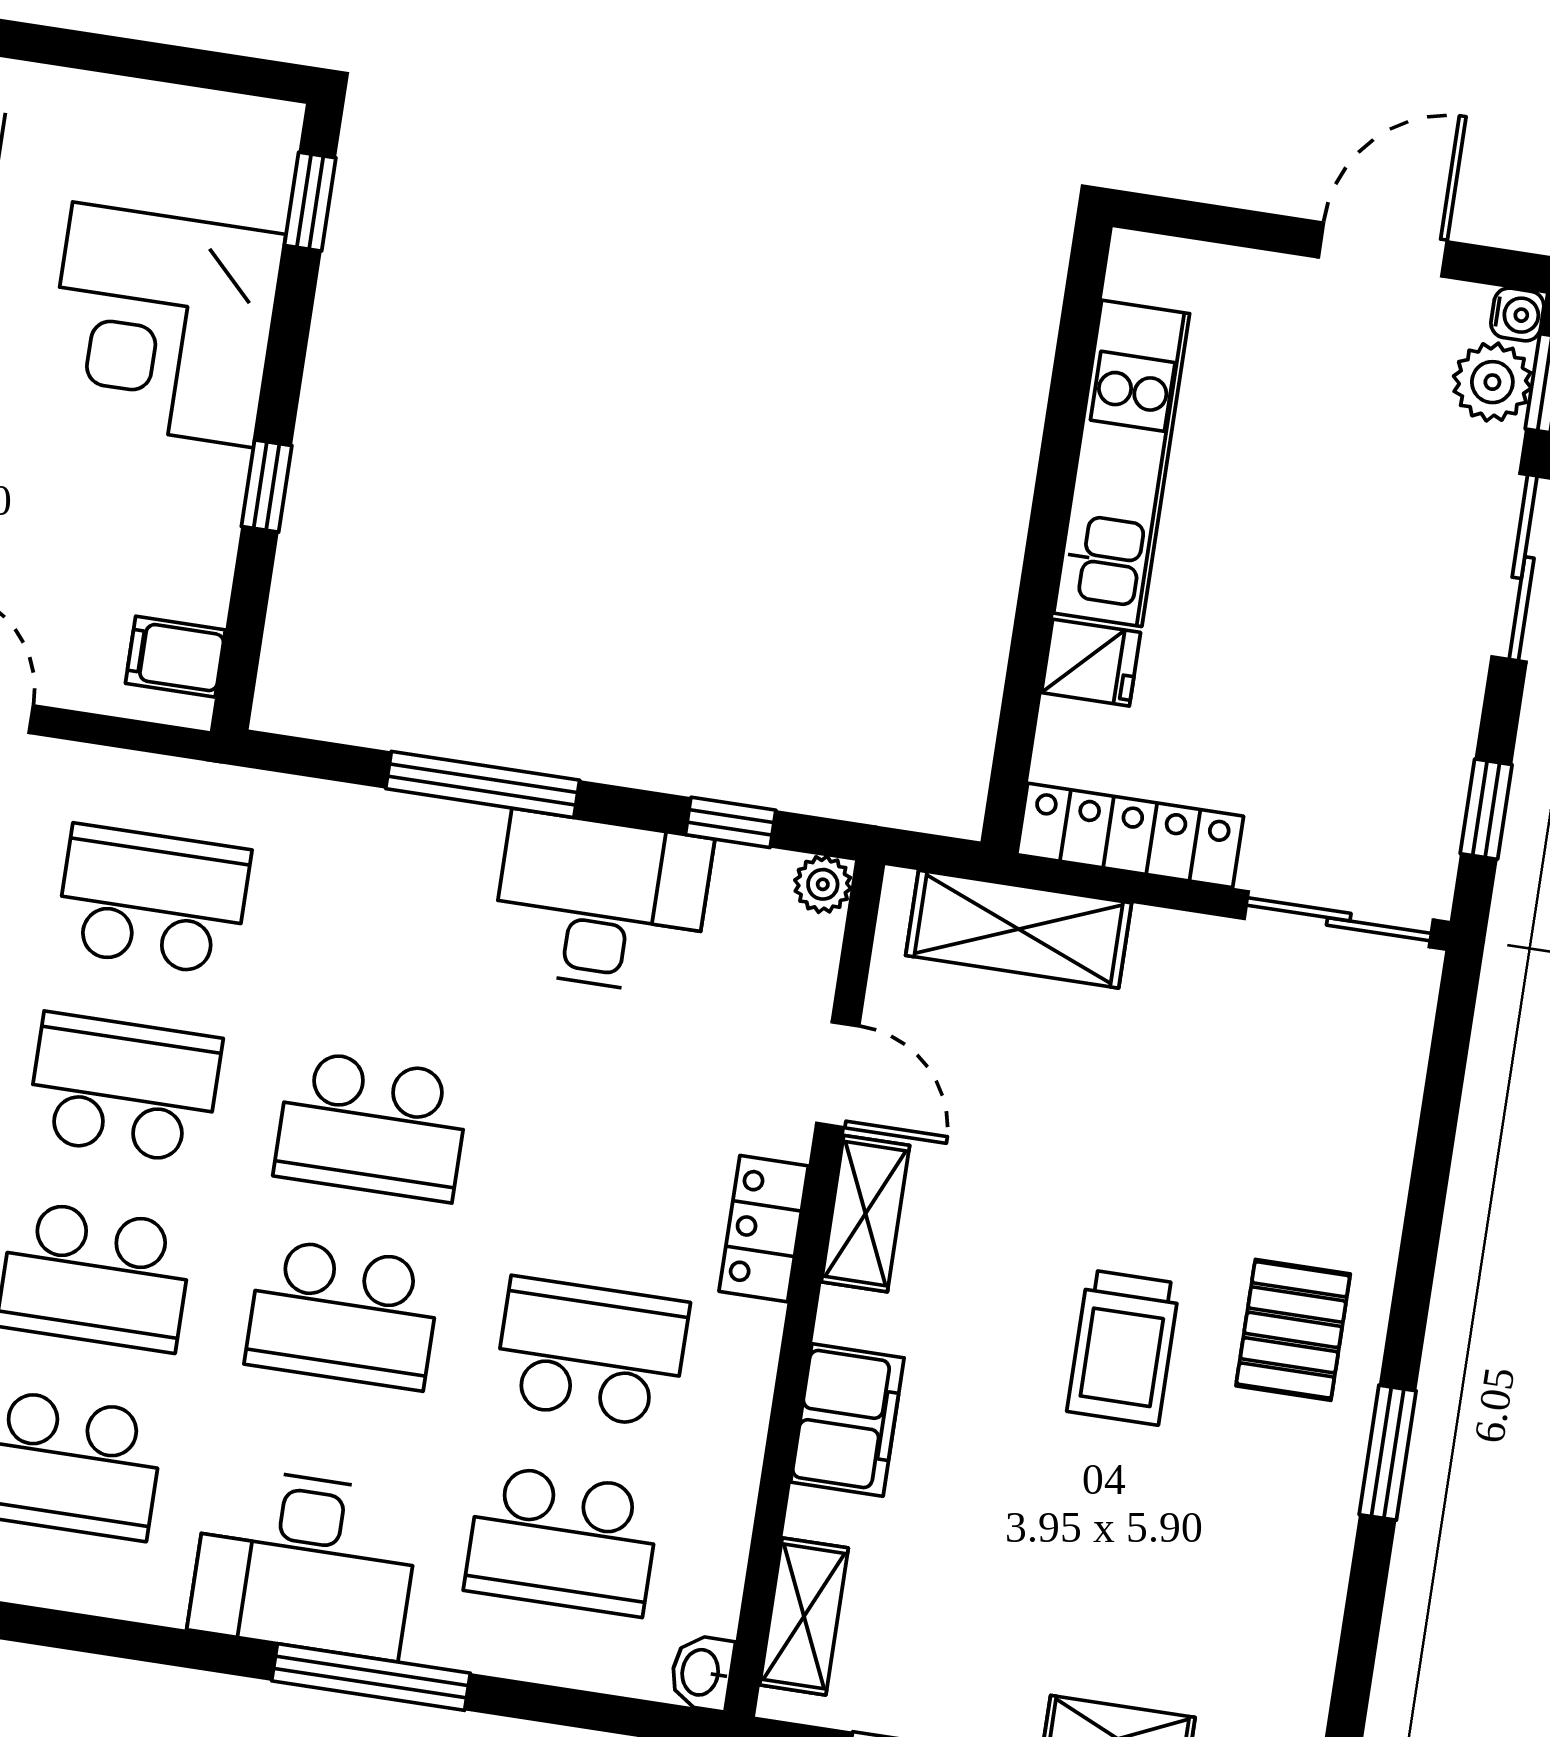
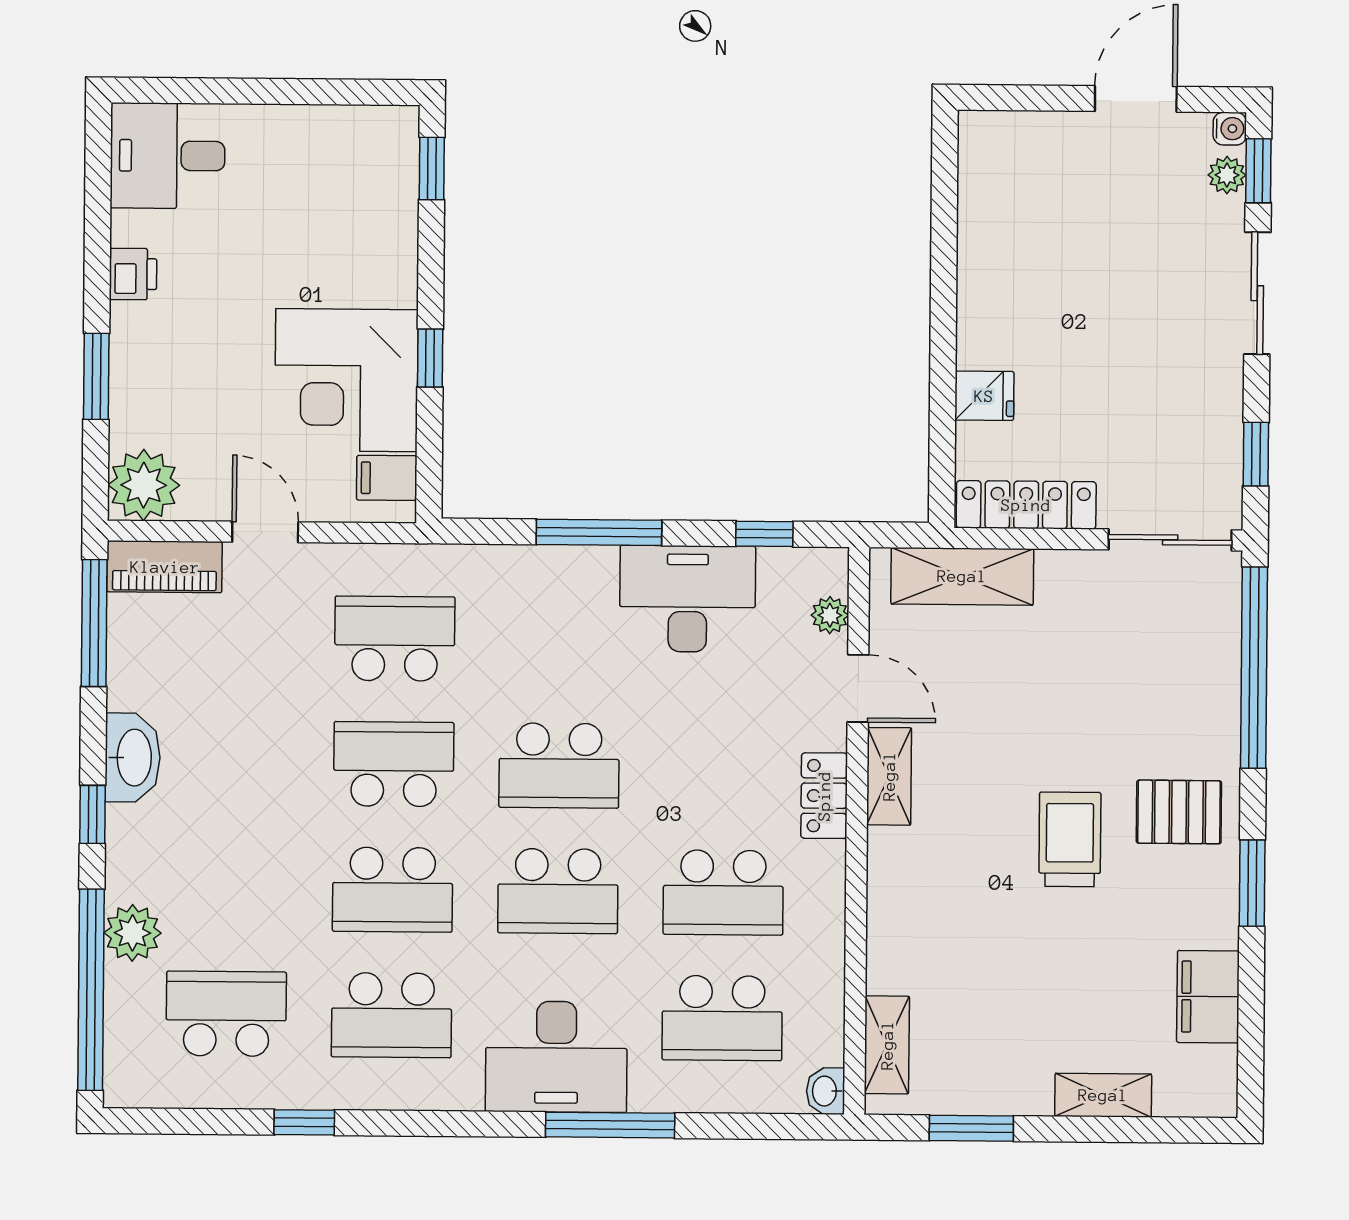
corner desk: (163, 325) -> (346, 380), moved
plant: (1492, 382) -> (1227, 175), width x0.73, depth x0.73
kitchen unit: (1122, 463) -> (986, 263), removed
plant: (823, 884) -> (830, 615), moved
window: (1437, 1129) -> (1254, 668), added
pallet: (1293, 1330) -> (1179, 812), turned 90
trolley: (1123, 1347) -> (1070, 839), turned 180
school desk: (591, 1352) -> (723, 893), turned 180
filing cabinet: (847, 1420) -> (1208, 997), moved, turned 180

